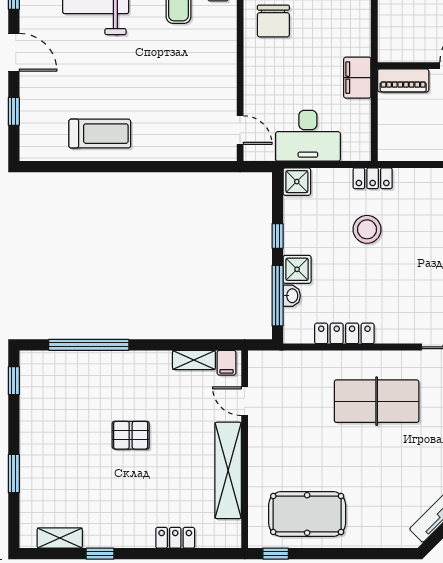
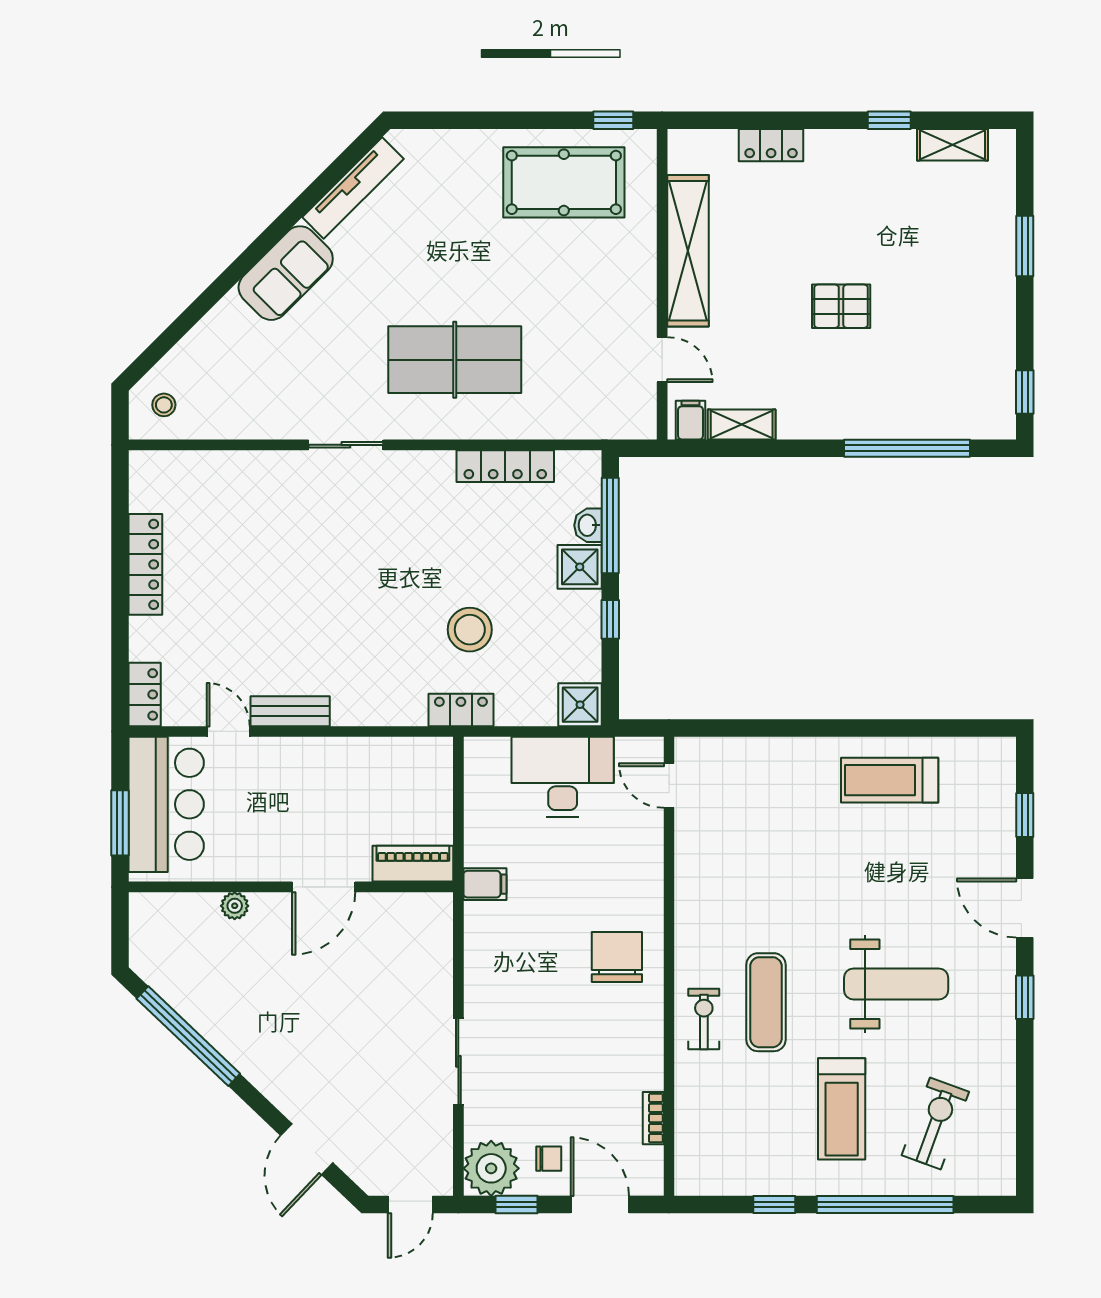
filing cabinet: (357, 78) -> (485, 884), width x0.50

